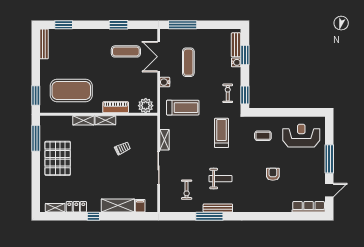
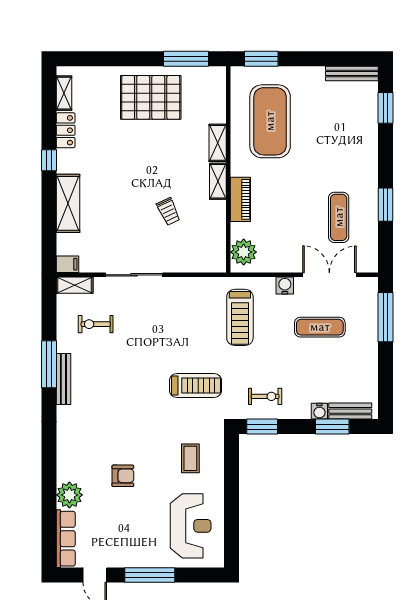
shelving: (164, 140) -> (75, 285), moved
weight bench: (220, 179) -> (115, 384), removed
plant: (284, 205) -> (69, 495), added
filing cabinet: (140, 206) -> (67, 264), moved

